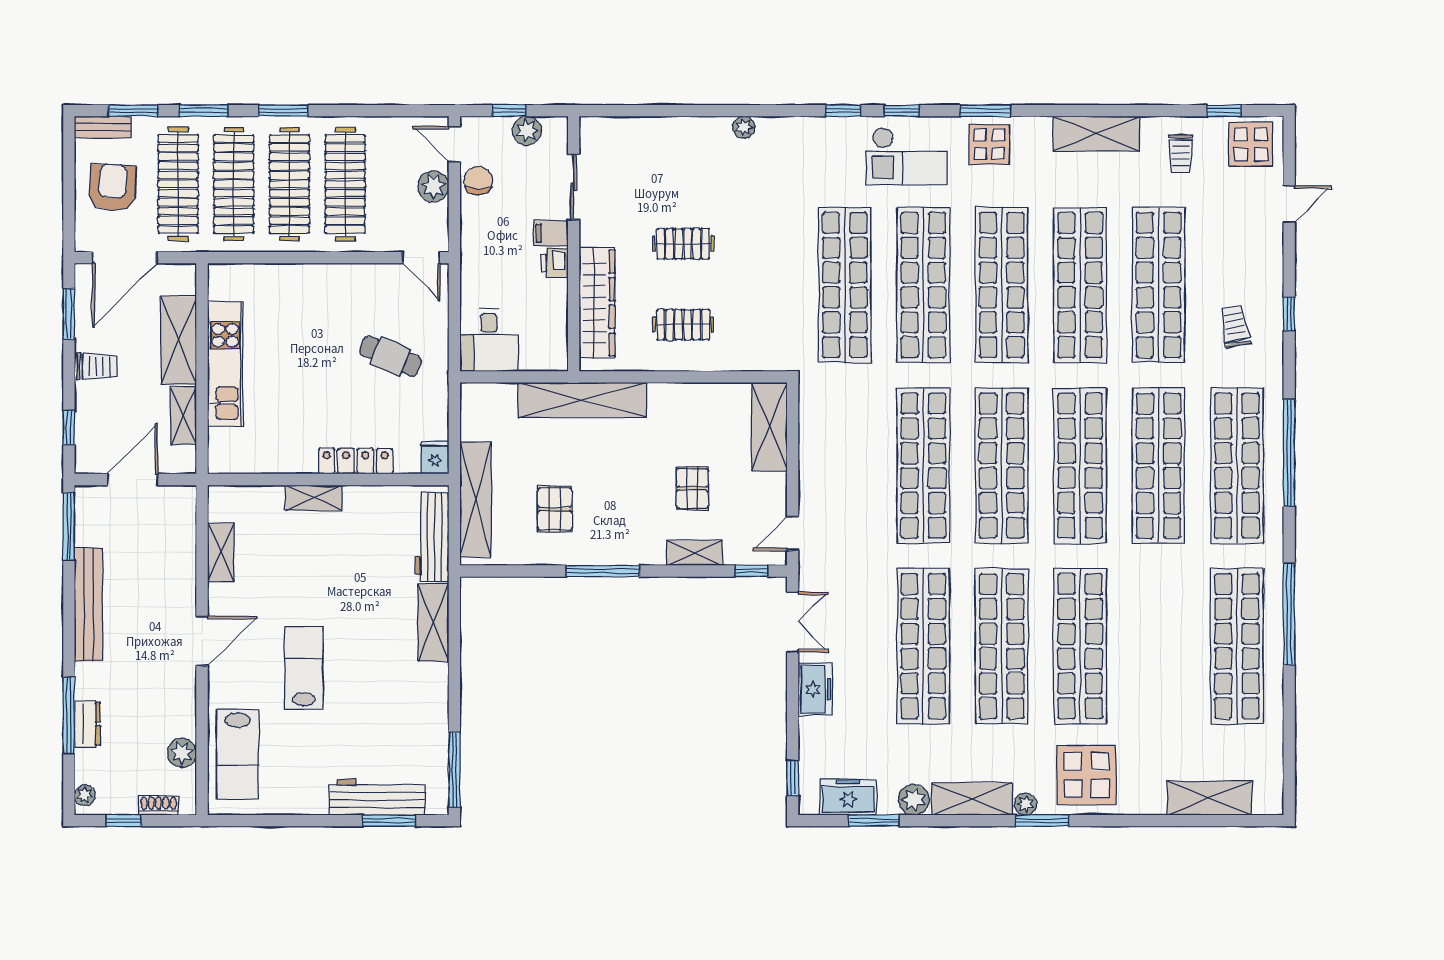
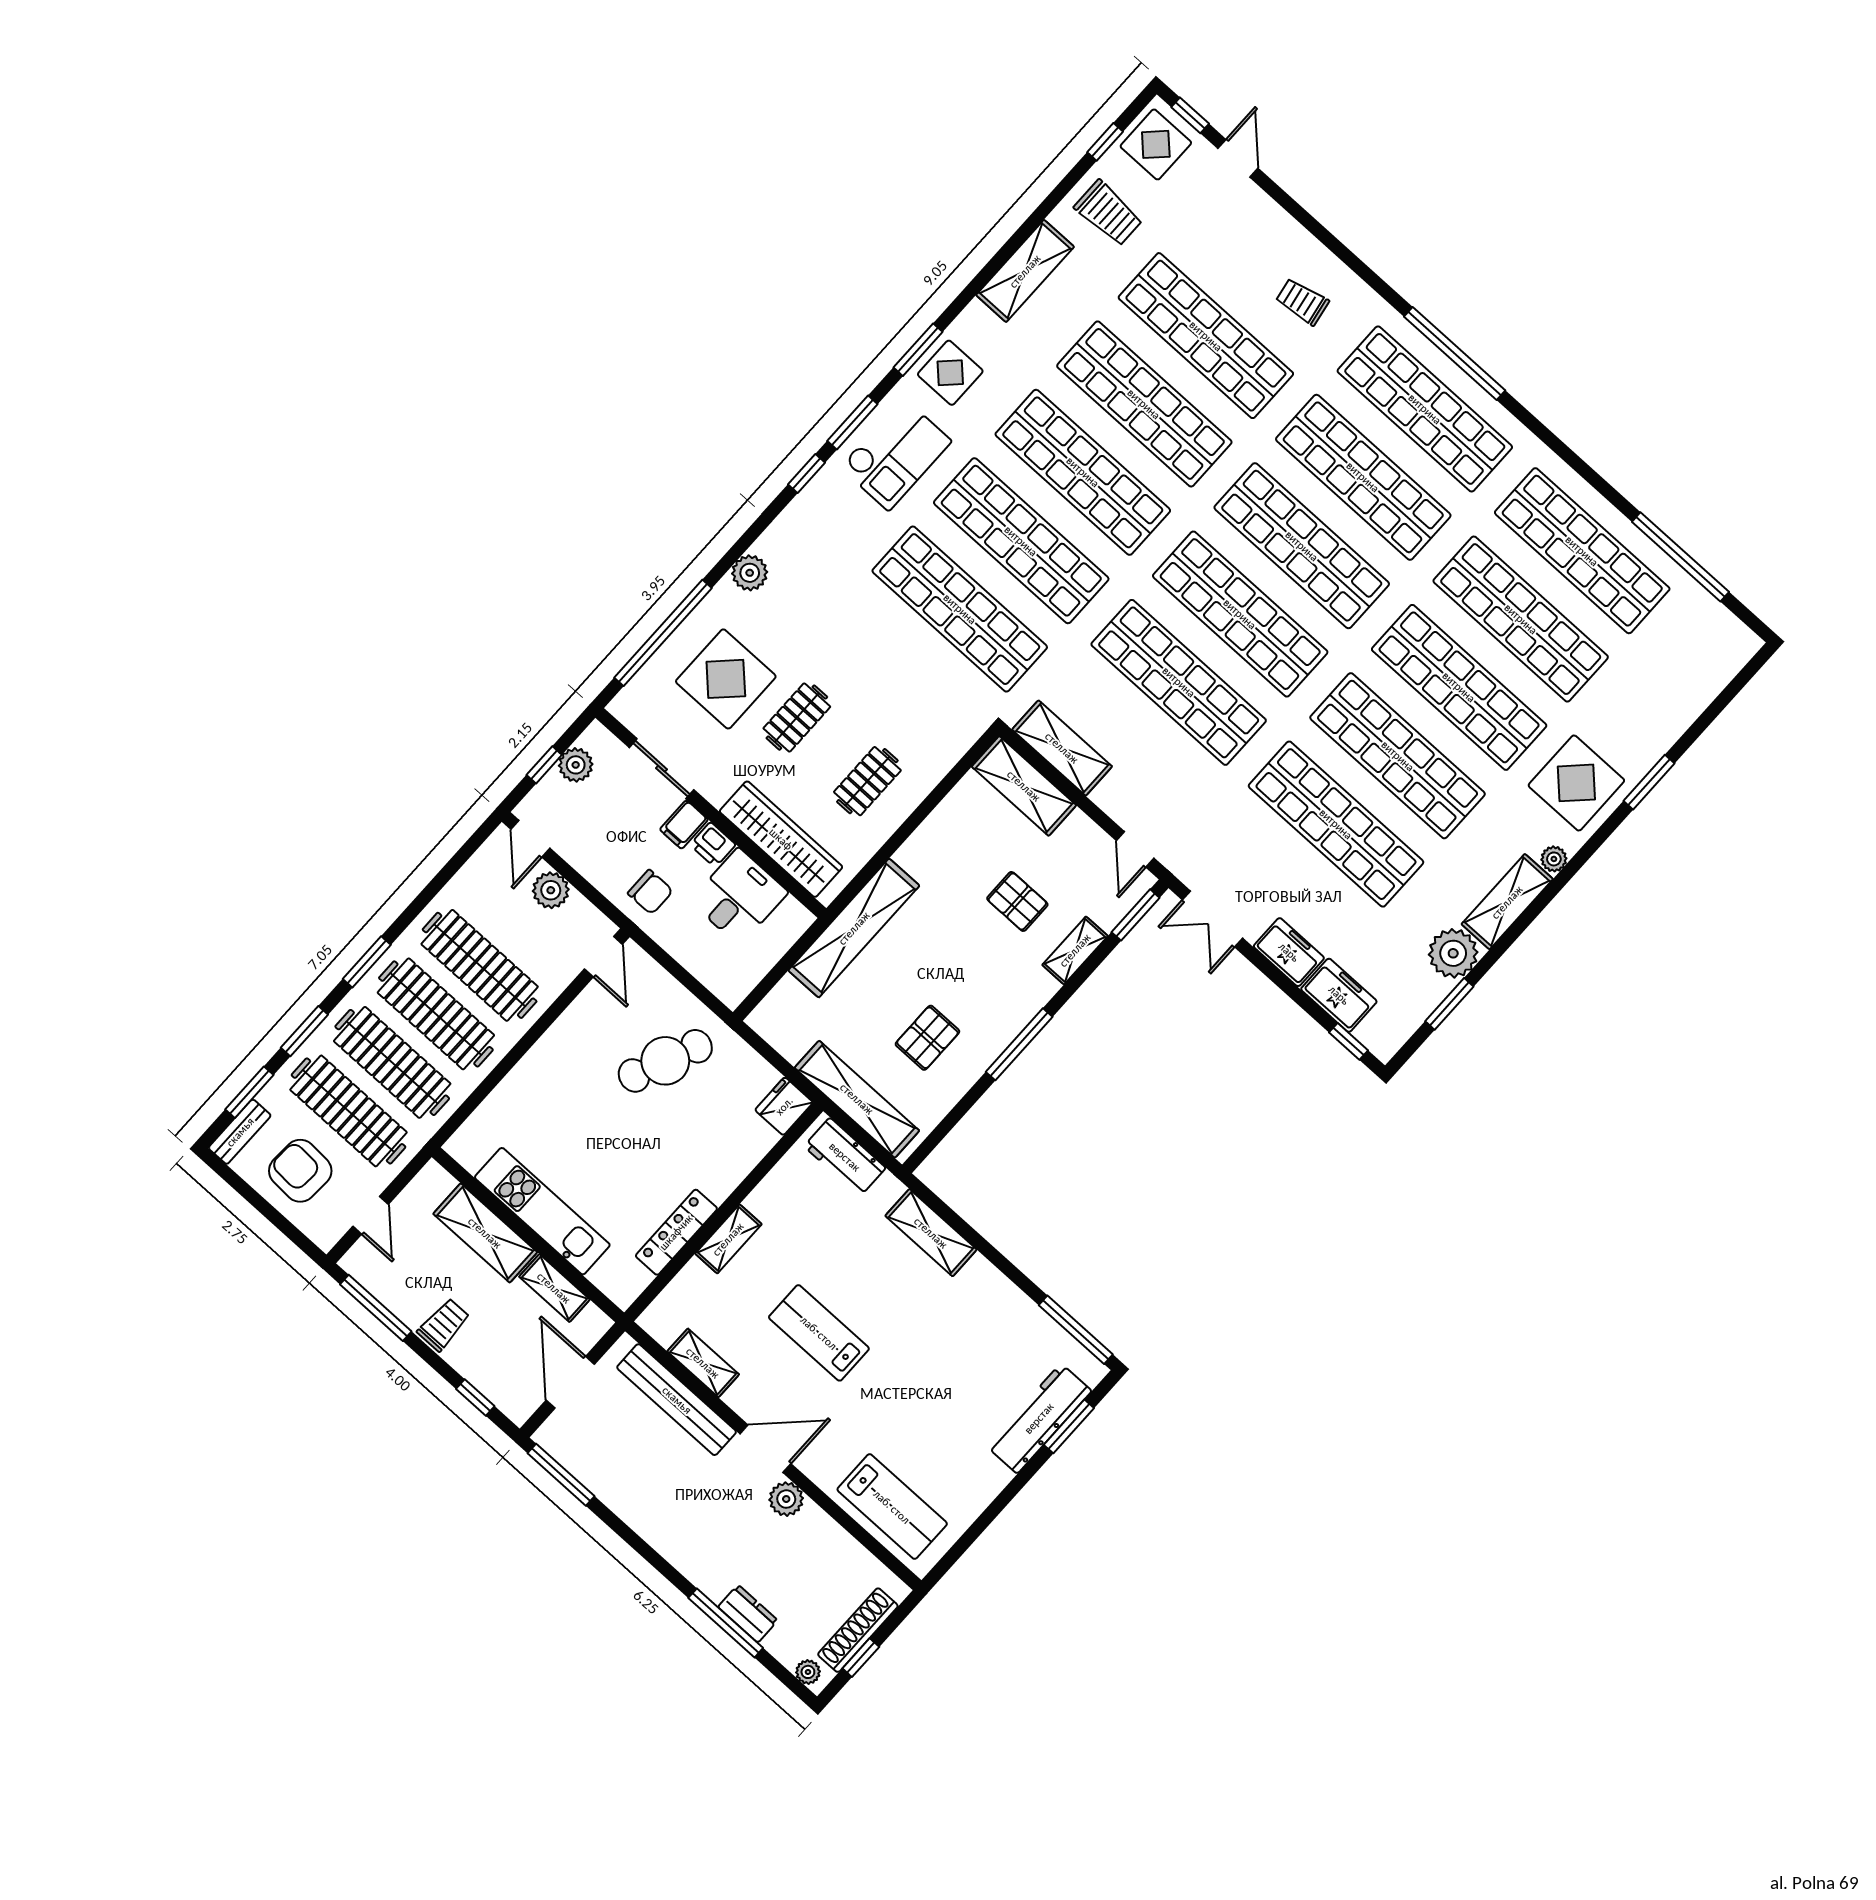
window: (660, 111) -> (663, 633), added
window: (902, 111) -> (852, 423), width x1.50
plant: (744, 127) -> (750, 573), width x1.38, depth x1.38
door: (454, 144) -> (530, 839), hinge flipped
trolley: (1181, 153) -> (1108, 213), width x1.36, depth x1.39
display table: (667, 177) -> (726, 679), added
chair: (478, 181) -> (650, 892), moved, turned 180
door: (125, 258) -> (371, 1215), width x0.53
door: (421, 258) -> (603, 957), hinge flipped
window: (69, 314) -> (376, 1308), width x1.44
window: (1289, 314) -> (1190, 115), moved
desk: (489, 340) -> (739, 897), moved, turned -90
cafe table: (391, 356) -> (665, 1061), width x1.37, depth x1.35
fridge: (435, 457) -> (784, 1106), width x1.38
locker: (356, 461) -> (676, 1232), moved
pallet: (555, 509) -> (927, 1038), turned 90
workbench: (432, 537) -> (845, 1157), width x0.73
window: (751, 571) -> (1136, 915), width x1.50
bench: (88, 604) -> (677, 1400), moved
window: (1289, 614) -> (1680, 557), moved
double door: (793, 622) -> (1213, 919), swing flipped
door: (202, 641) -> (765, 1449), hinge flipped
shop shelf: (1159, 646) -> (1521, 619), added
lab bench: (304, 668) -> (819, 1333), moved
plant: (182, 753) -> (786, 1499), moved
freezer: (848, 797) -> (1339, 995), moved, turned 90
shelving: (1210, 798) -> (1062, 748), moved, turned 90
plant: (914, 800) -> (1453, 953), width x1.36, depth x1.36
shoe rack: (159, 805) -> (858, 1630), width x1.94, depth x1.24
window: (1042, 821) -> (1649, 782), moved

